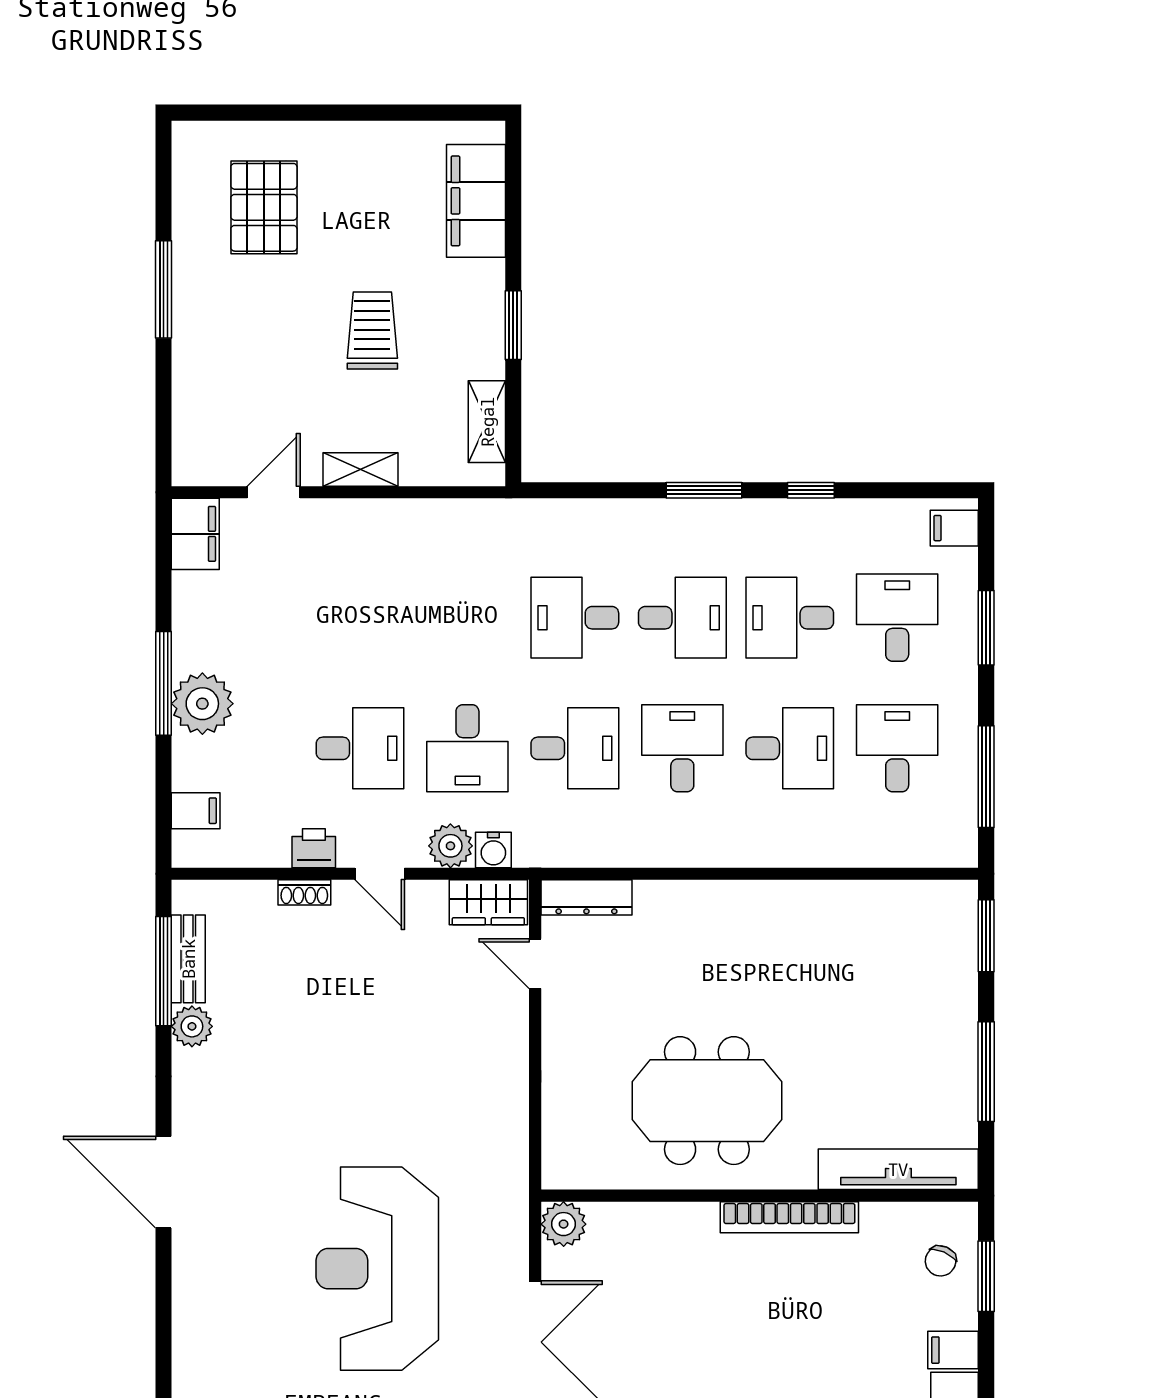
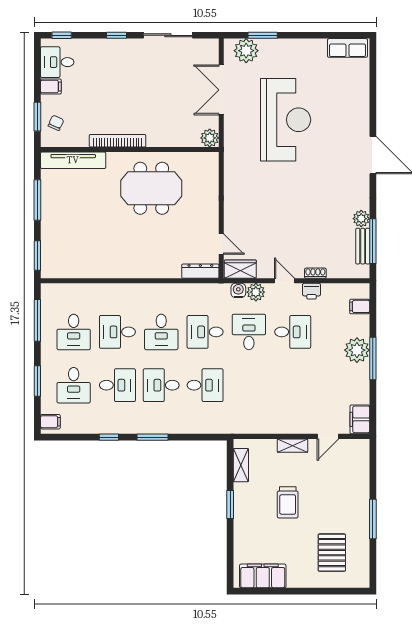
filing cabinet: (476, 201) -> (263, 576), moved, turned -90
desk: (360, 748) -> (293, 332), turned 180

